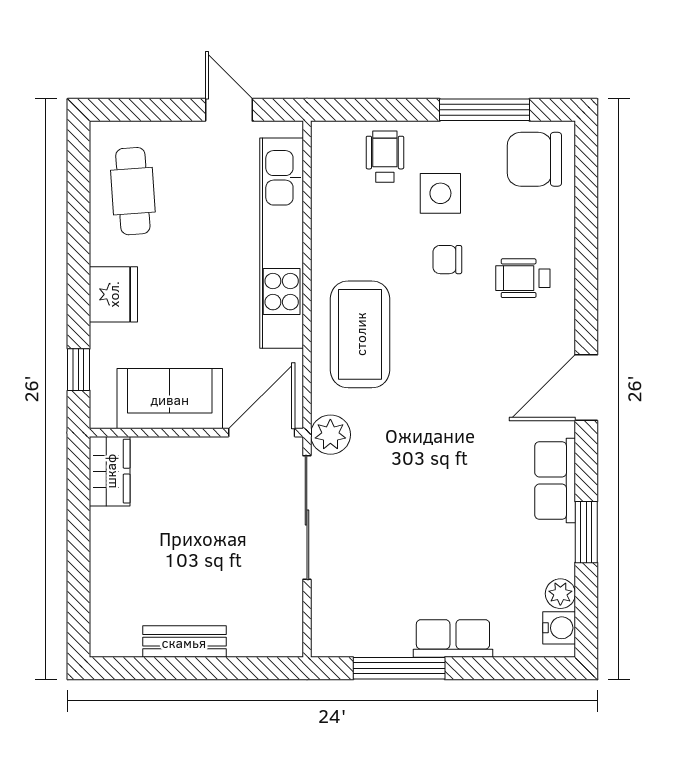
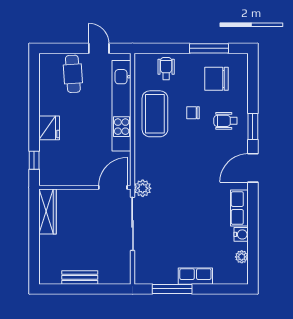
chair: (534, 159) -> (217, 79), moved
cafe table: (133, 191) -> (73, 74), moved
side table: (440, 193) -> (190, 84), removed
coffee table: (360, 334) -> (155, 114), moved
sofa: (170, 399) -> (73, 173), removed
wardrobe: (110, 471) -> (47, 211), width x1.50
window: (586, 532) -> (253, 127), moved
water cooler: (559, 628) -> (241, 234), moved

